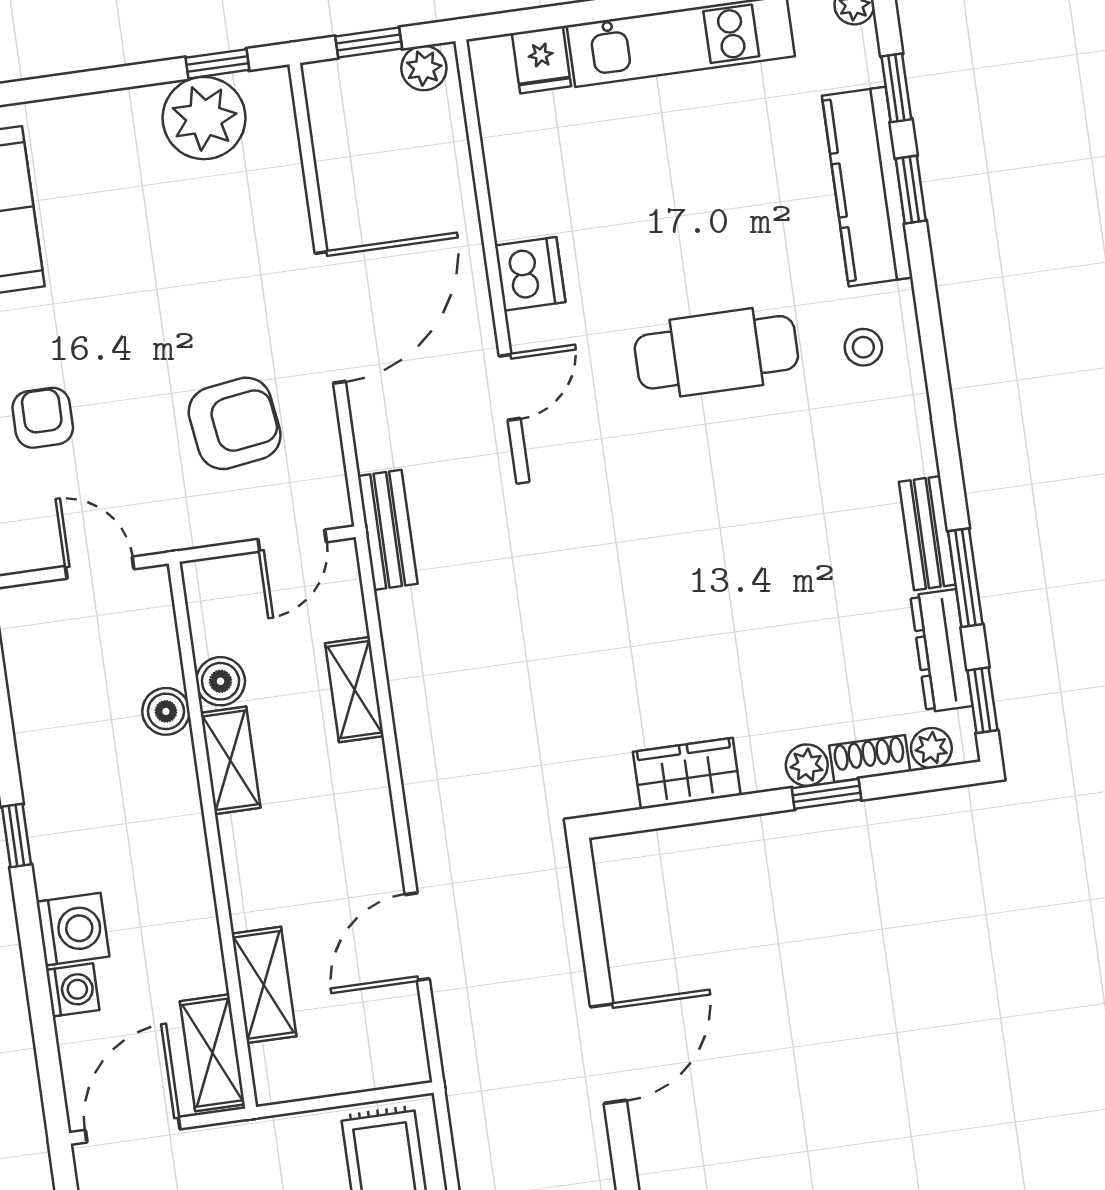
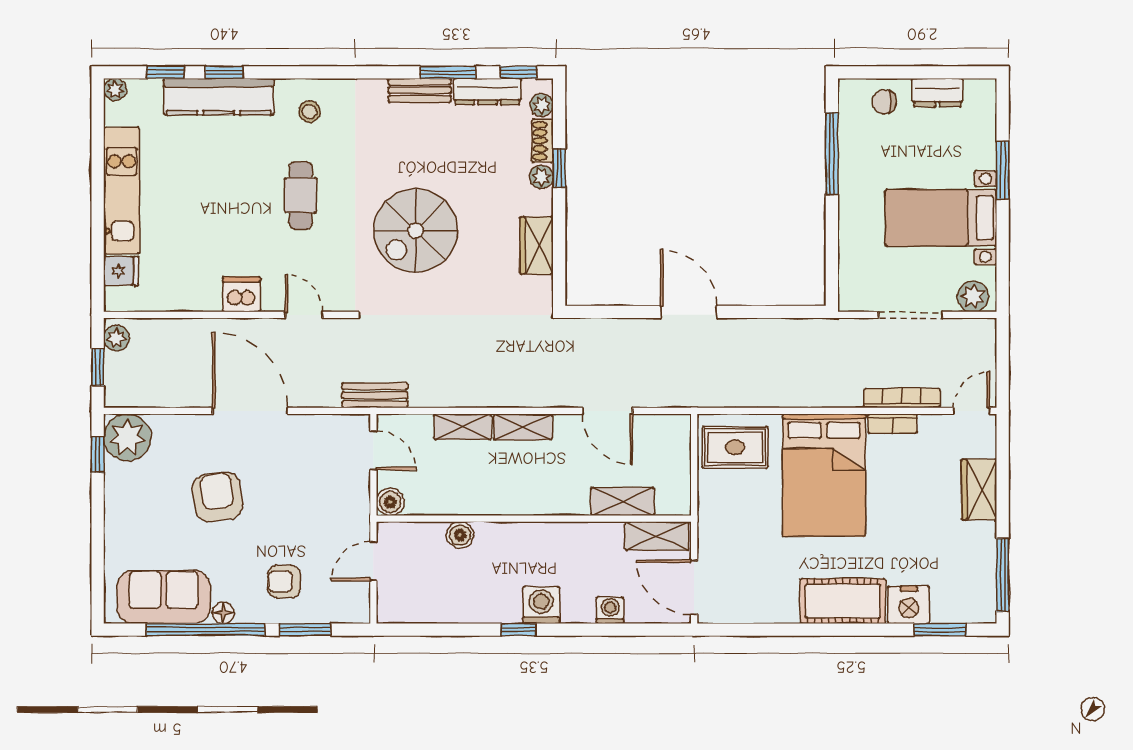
plant: (204, 118) -> (127, 437), moved
cafe table: (716, 352) -> (301, 195), width x0.73, depth x0.74
armchair: (235, 423) -> (217, 497), moved
spiral stairs: (683, 560) -> (416, 231), added
boiler: (221, 681) -> (390, 502), moved
shelving: (230, 760) -> (523, 427), moved
washing machine: (73, 929) -> (541, 605), moved

